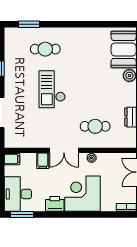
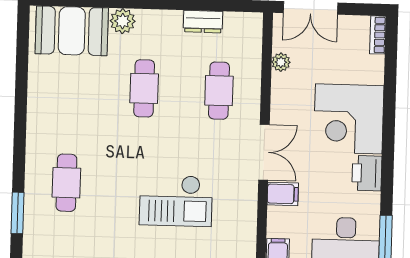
cafe table: (95, 88) -> (144, 88), added
checkout: (52, 89) -> (176, 201), moved
plant: (92, 158) -> (281, 62), moved

